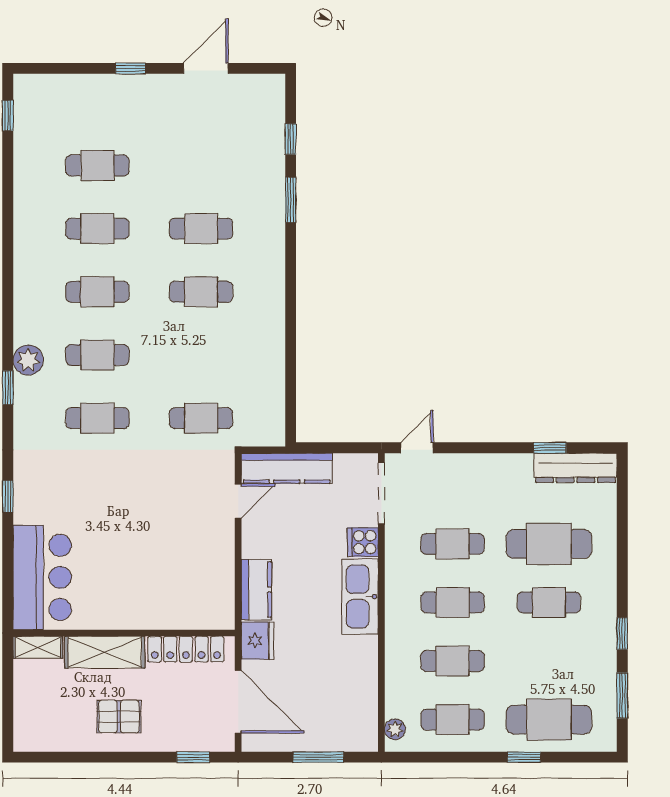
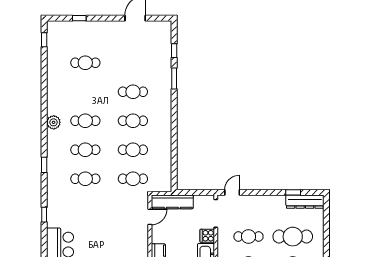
window: (131, 68) -> (79, 18), moved
cafe table: (97, 229) -> (133, 150), moved
plant: (28, 360) -> (54, 122), moved

